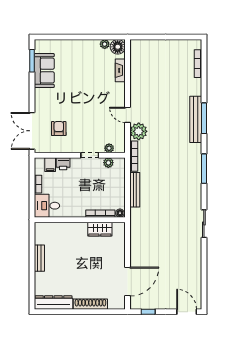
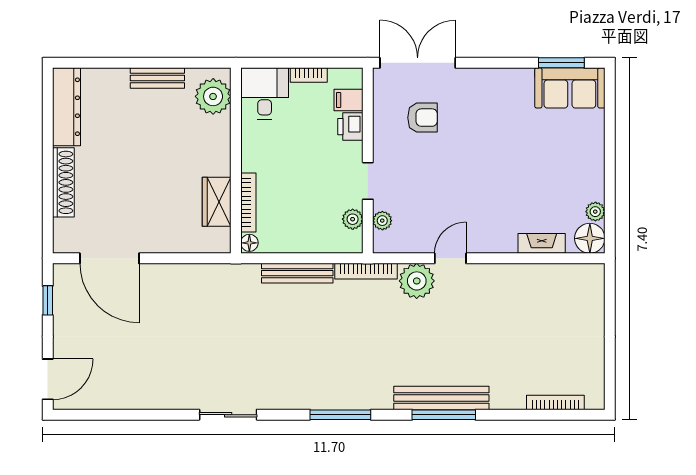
sofa: (44, 71) -> (570, 88), moved
plant: (48, 231) -> (213, 96), added

